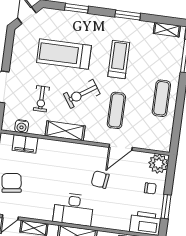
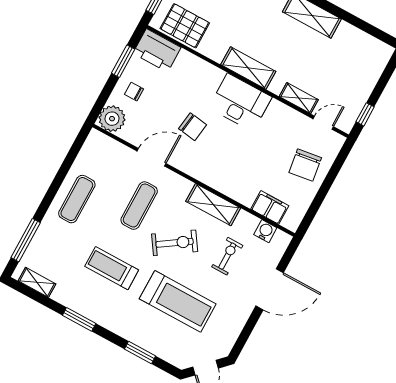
treadmill: (119, 60) -> (112, 268), turned 90

